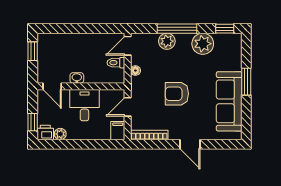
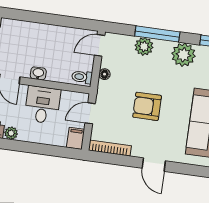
toilet: (116, 63) -> (82, 77), moved

